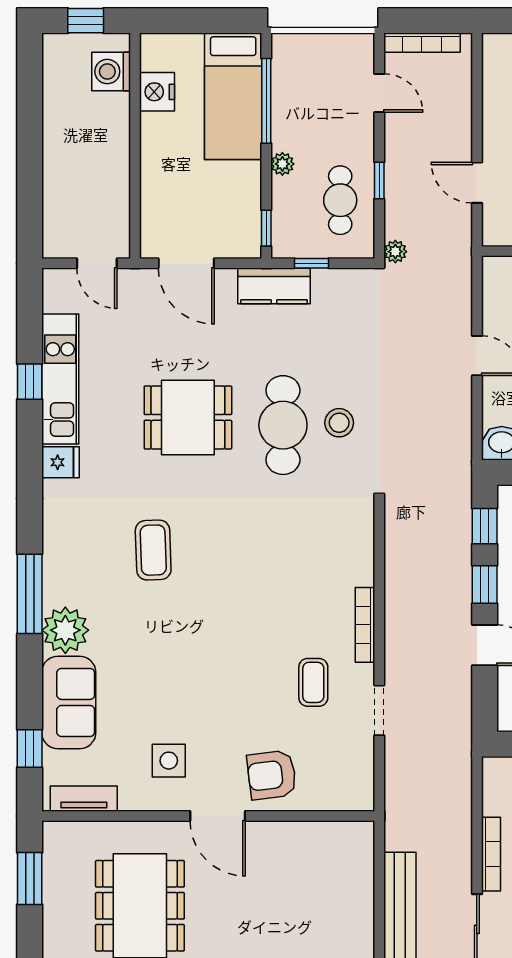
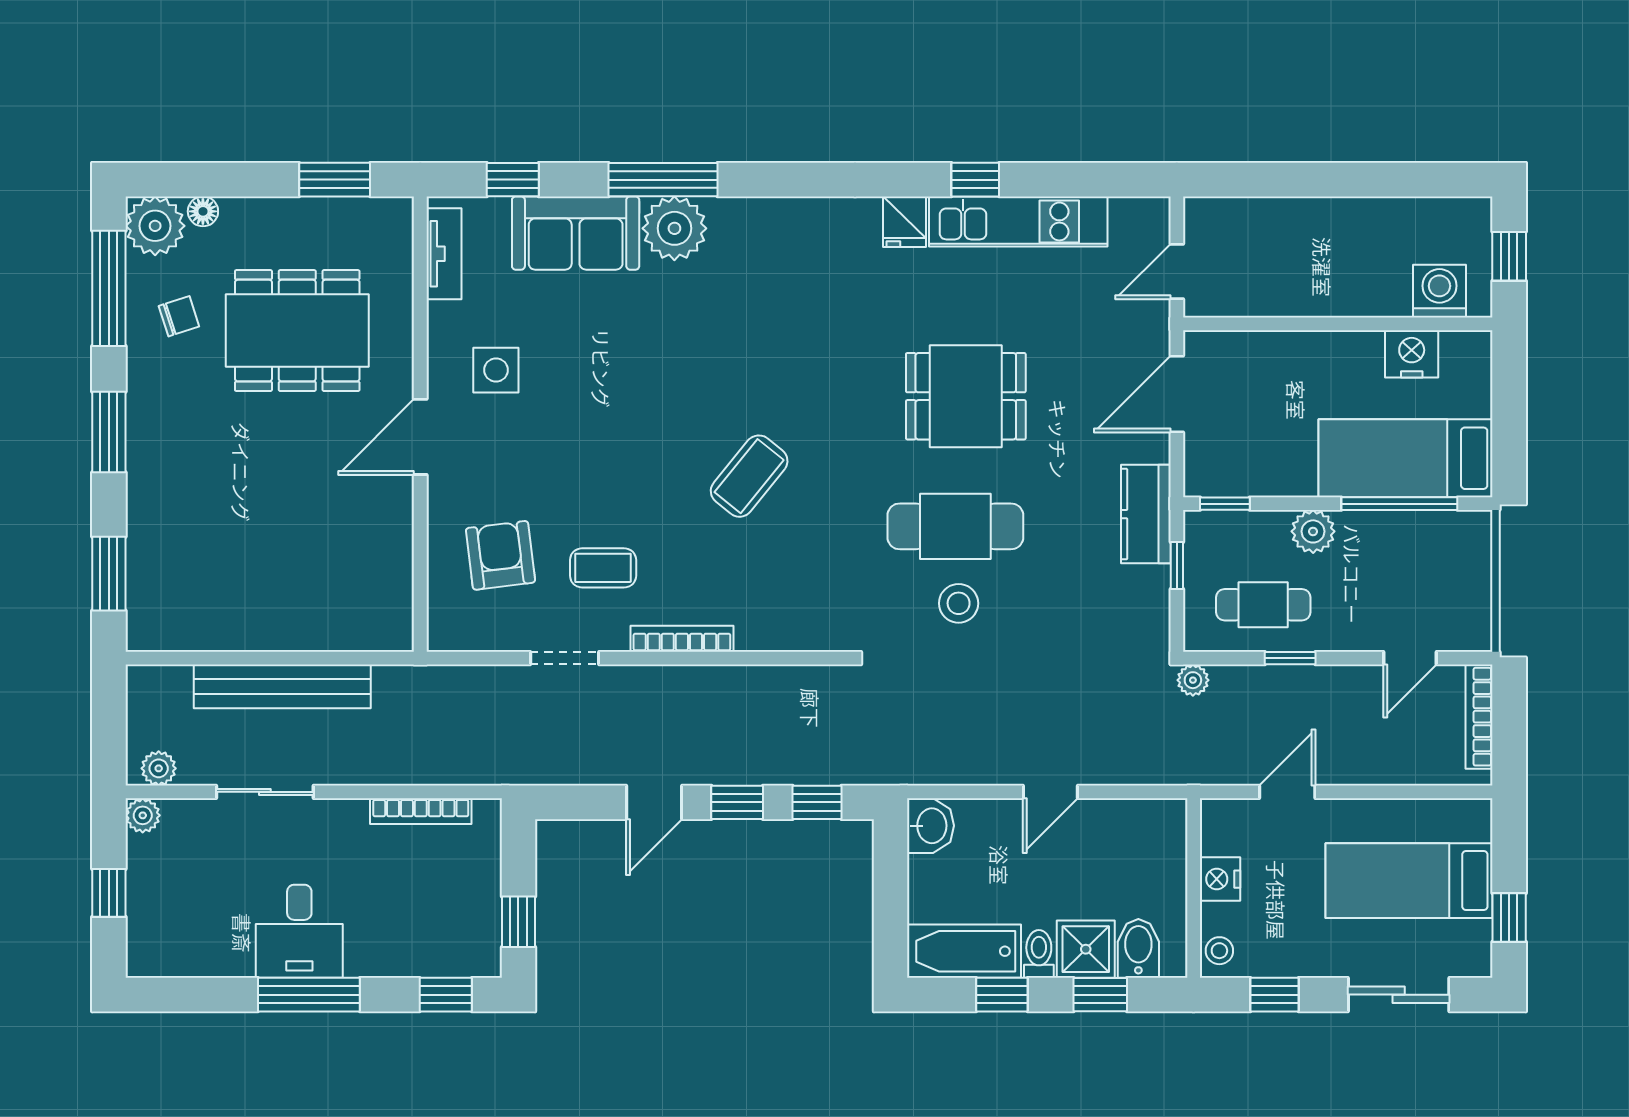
plant: (282, 164) -> (1313, 531), width x1.38, depth x1.38
window: (30, 382) -> (975, 180), moved
dining table: (188, 417) -> (966, 396), turned 90
coffee table: (153, 550) -> (749, 476), moved, turned -49
window: (30, 594) -> (663, 180), moved
armchair: (272, 775) -> (500, 555), moved
bookcase: (491, 854) -> (421, 811), moved

